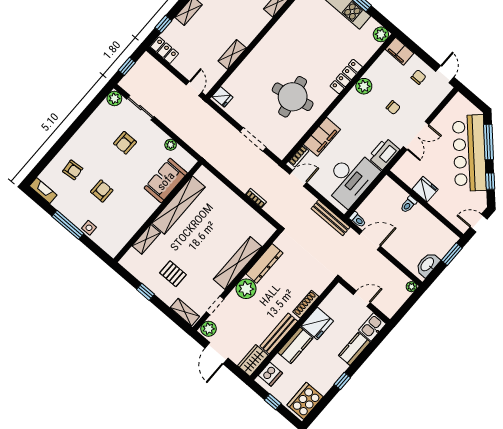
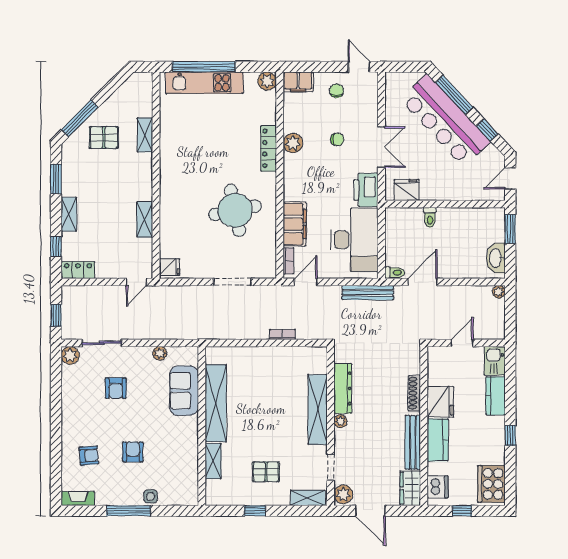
door: (194, 89) -> (136, 282), swing flipped
fridge: (425, 189) -> (407, 190), moved
plant: (246, 289) -> (340, 421), width x0.53, depth x0.53

